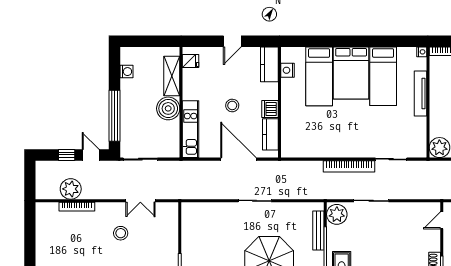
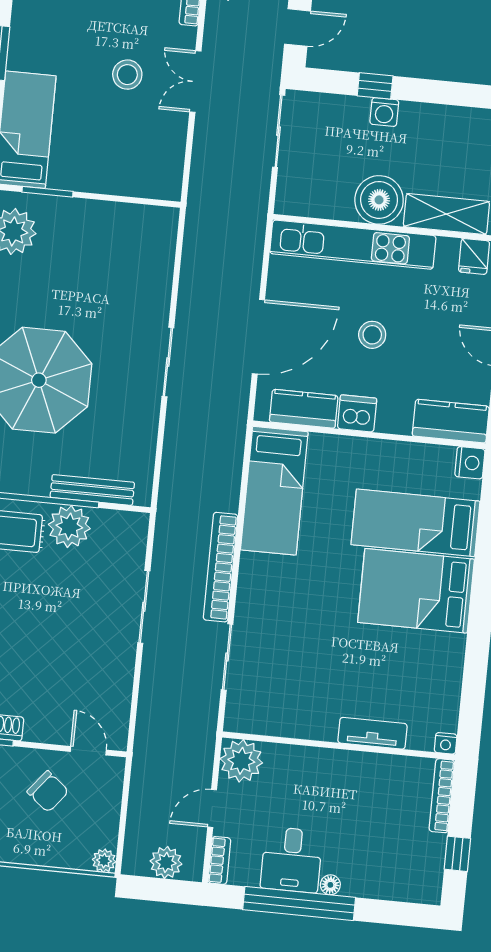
nightstand: (288, 70) -> (470, 463), moved, turned 90
washing machine: (126, 72) -> (384, 112), moved
bed: (383, 76) -> (274, 491), moved, turned -90
tv unit: (420, 93) -> (372, 733), width x0.71
window: (115, 116) -> (375, 86), width x0.32
kitchen unit: (191, 129) -> (353, 245), width x1.36
double door: (140, 201) -> (195, 82), moved
plant: (337, 214) -> (69, 526), moved

